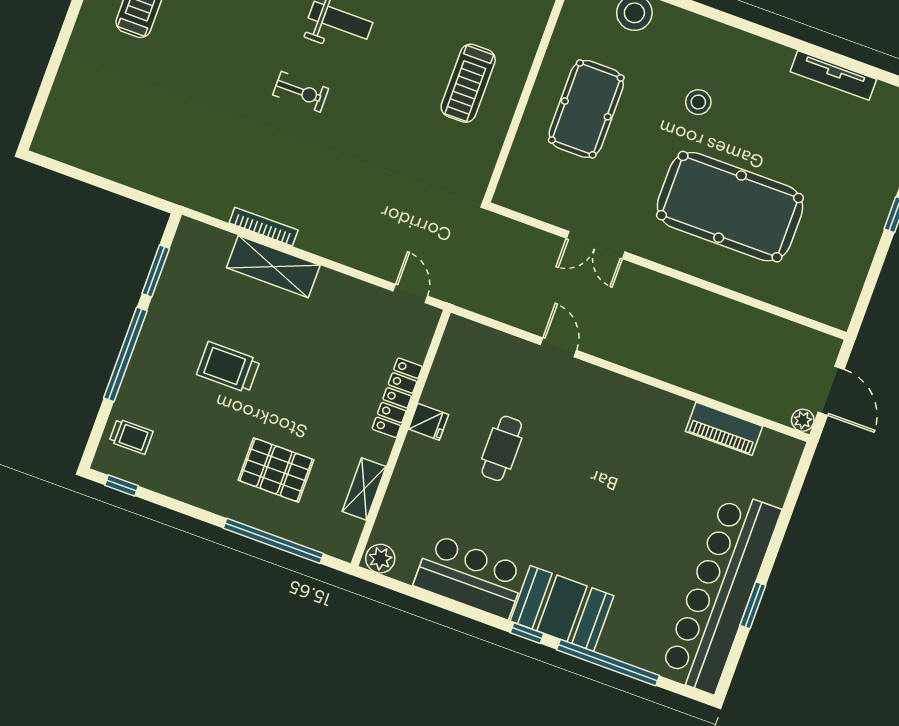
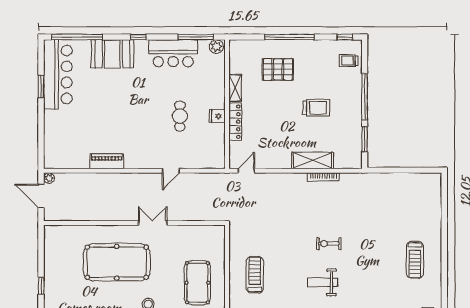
double door: (596, 245) -> (153, 223), moved
door: (410, 293) -> (246, 171), swing flipped
door: (558, 347) -> (171, 171), hinge flipped
piano: (724, 429) -> (107, 161), moved
shelving: (364, 489) -> (235, 88), moved
window: (273, 541) -> (290, 37), moved
window: (414, 592) -> (196, 37), added
bar counter: (720, 592) -> (58, 74), width x0.73
booth: (562, 608) -> (112, 54), moved
window: (608, 663) -> (77, 37), moved

